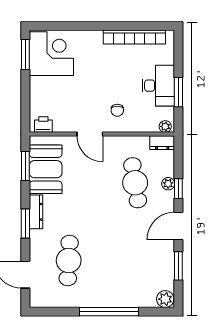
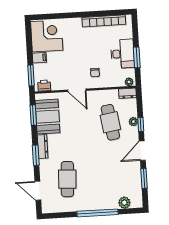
window: (25, 54) -> (31, 75), moved
filing cabinet: (39, 84) -> (39, 58), added
plant: (165, 299) -> (124, 203), moved

